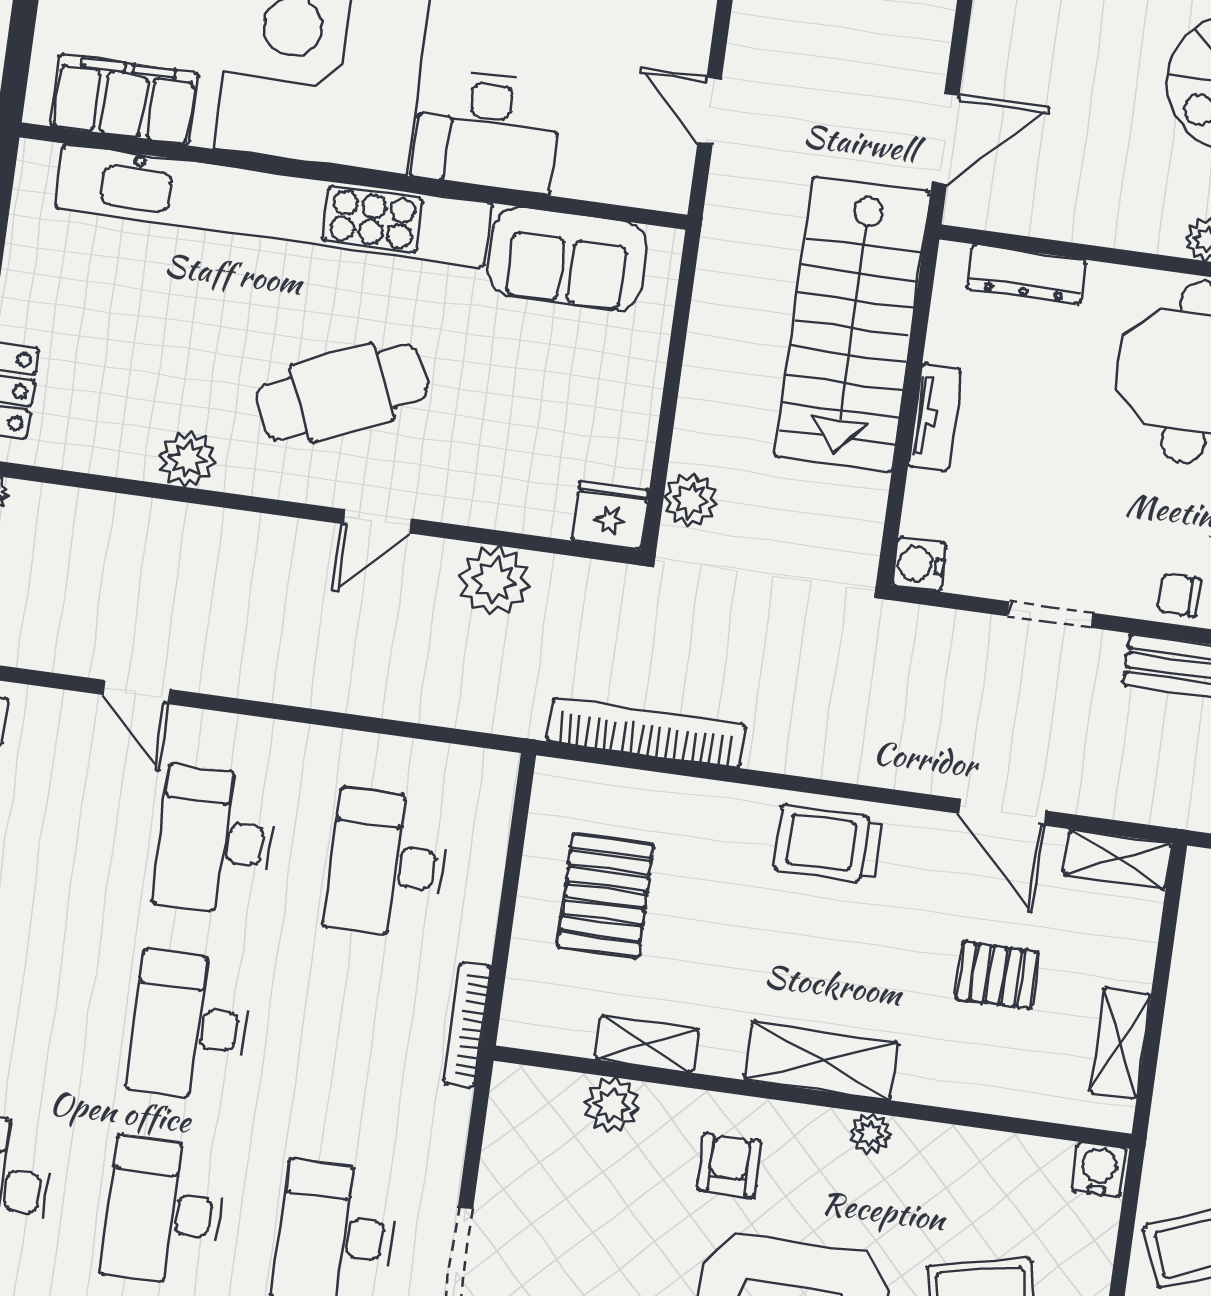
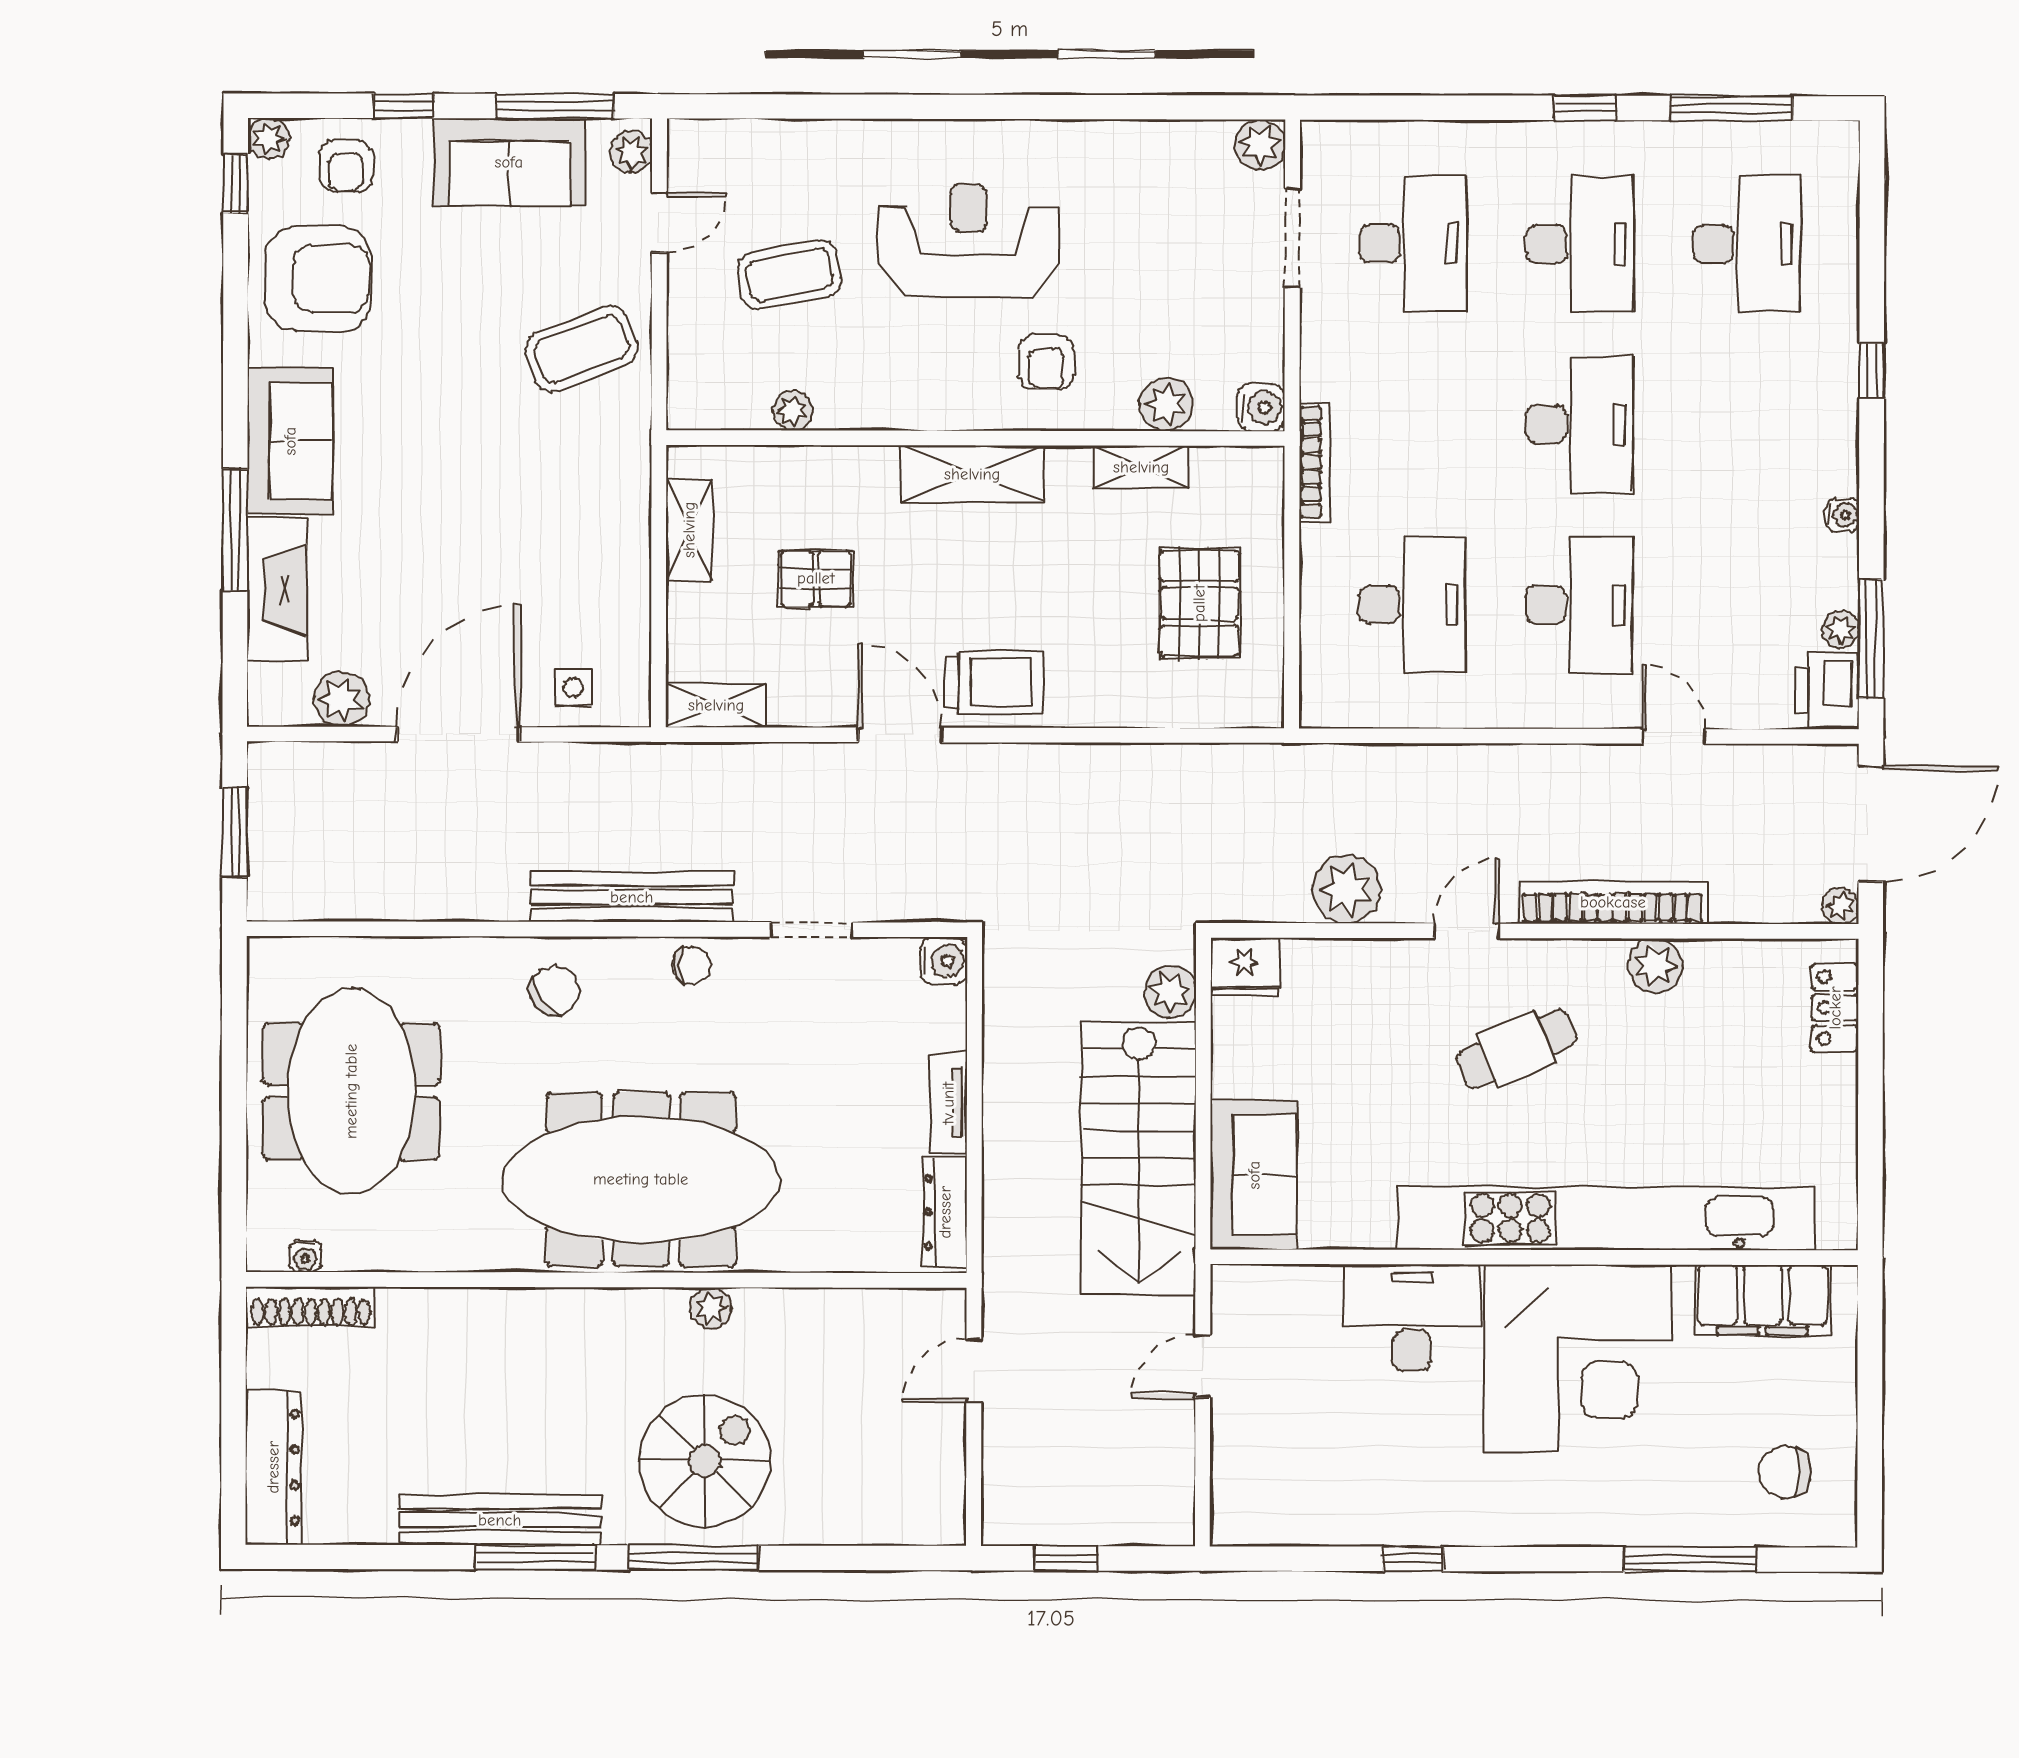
door: (710, 111) -> (1203, 1366), swing flipped
door: (946, 139) -> (974, 1370), width x0.73
sofa: (568, 259) -> (1254, 1175), moved, turned 90
dresser: (1026, 274) -> (945, 1212), moved, turned -90
stairs: (853, 324) -> (1139, 1159), moved, turned 180
cafe table: (342, 393) -> (1516, 1049), width x0.73, depth x0.74
bookcase: (646, 733) -> (1613, 902), moved, turned 180
door: (1002, 812) -> (900, 735), moved
plant: (870, 1133) -> (793, 411), moved
water cooler: (1099, 1170) -> (1261, 407), moved, turned -90

